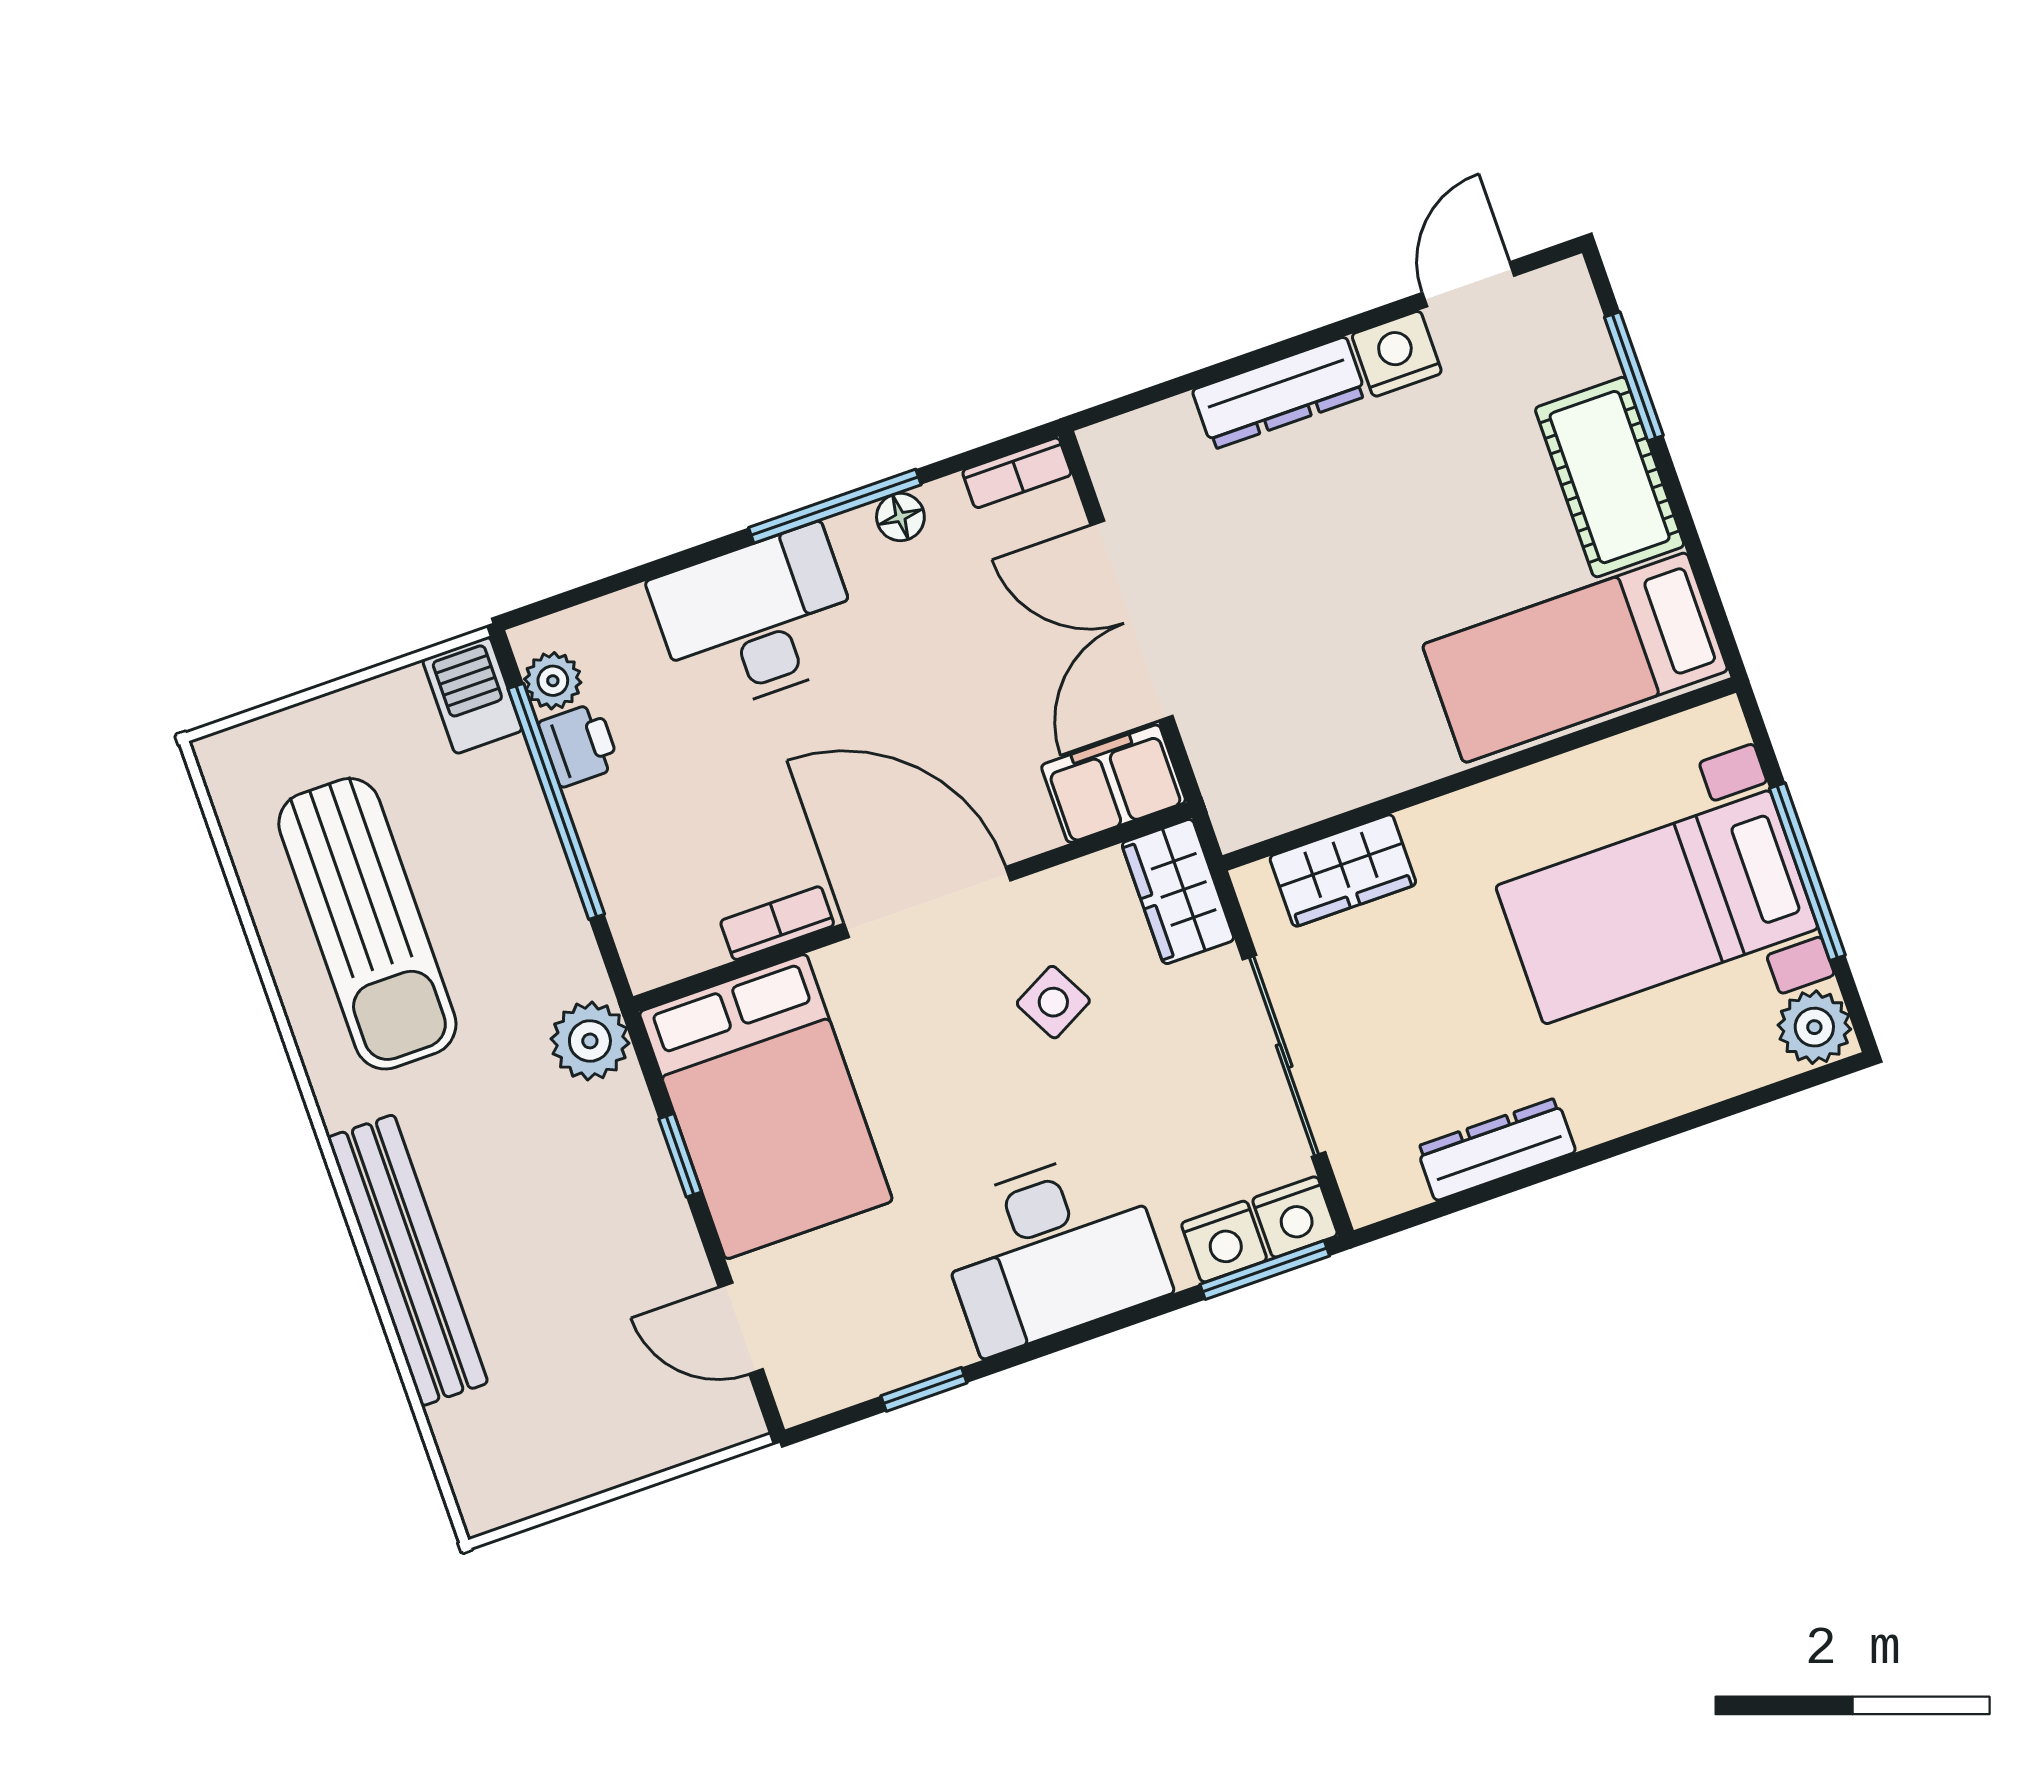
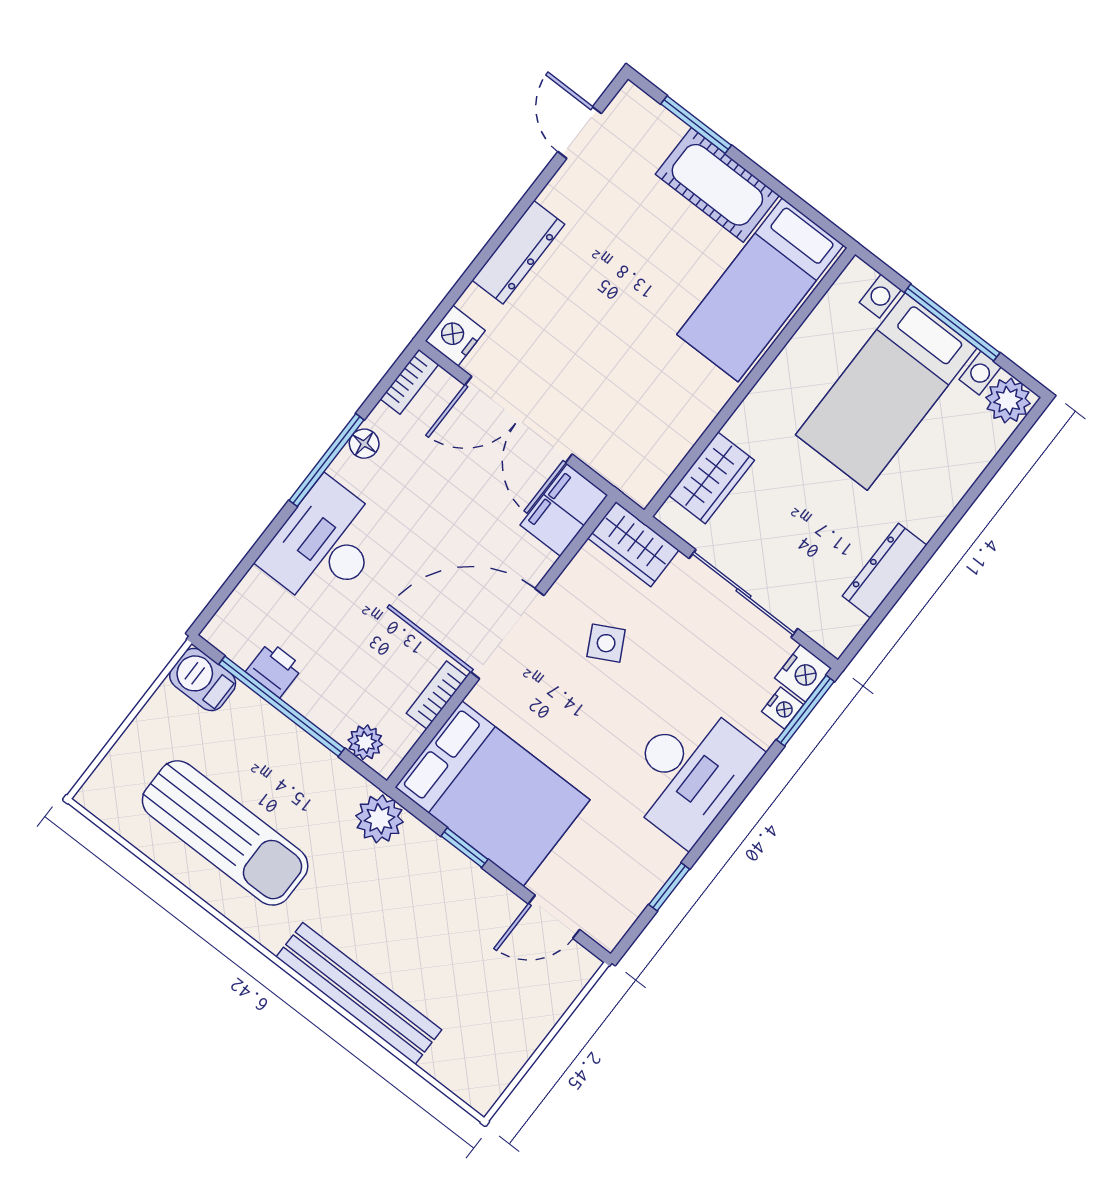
nightstand: (1397, 354) -> (455, 336), moved
plant: (553, 681) -> (365, 742), moved
nightstand: (1224, 1242) -> (783, 708), width x0.72, depth x0.74

